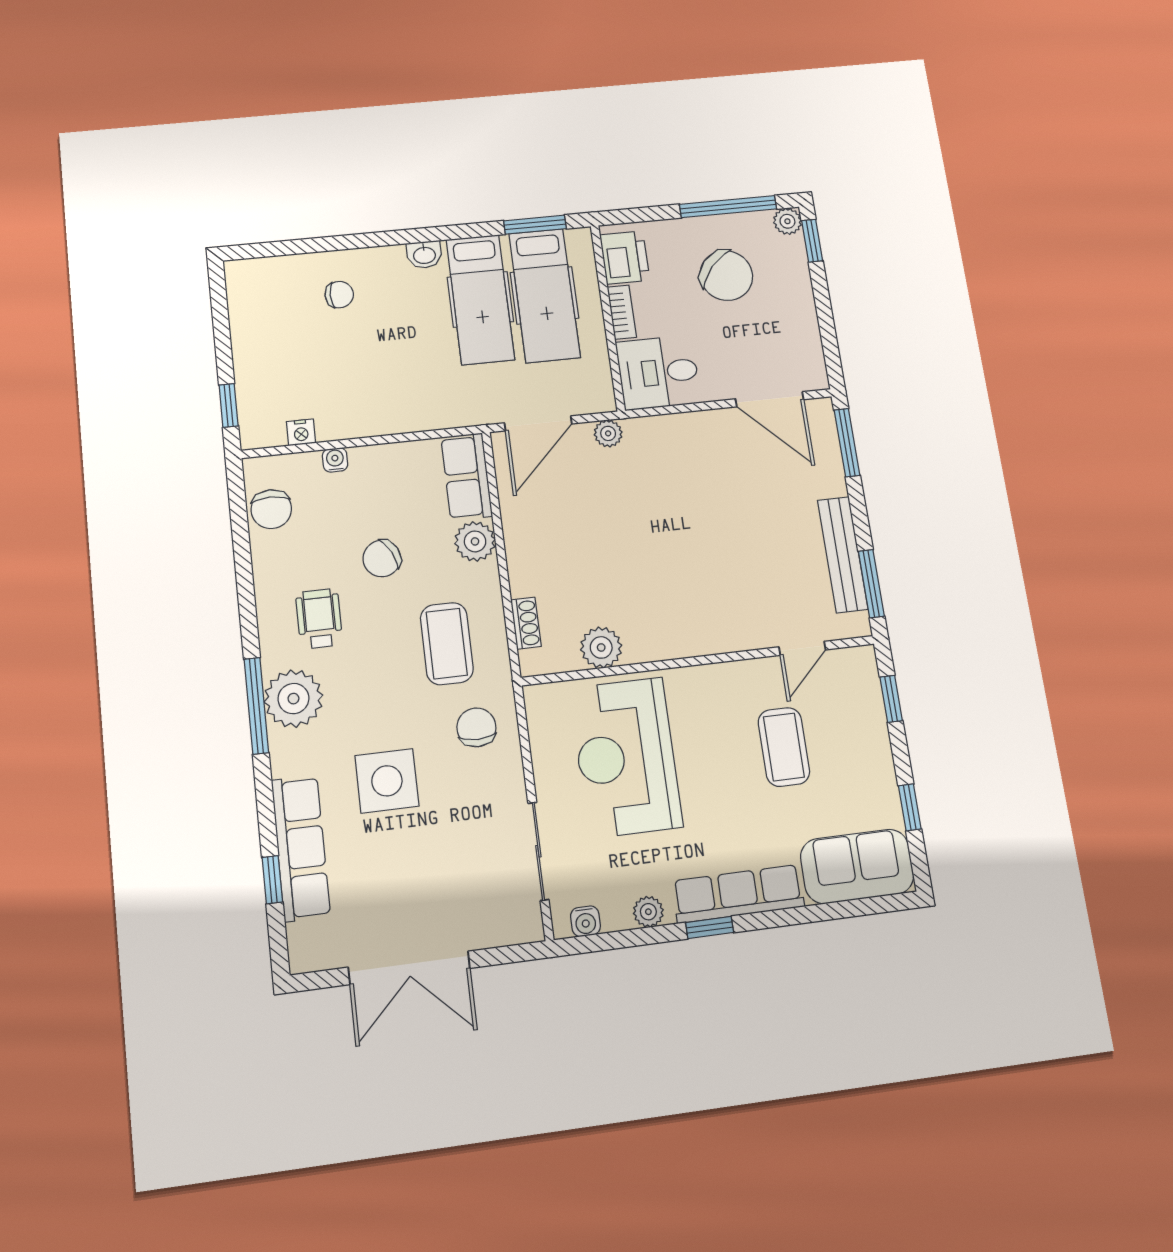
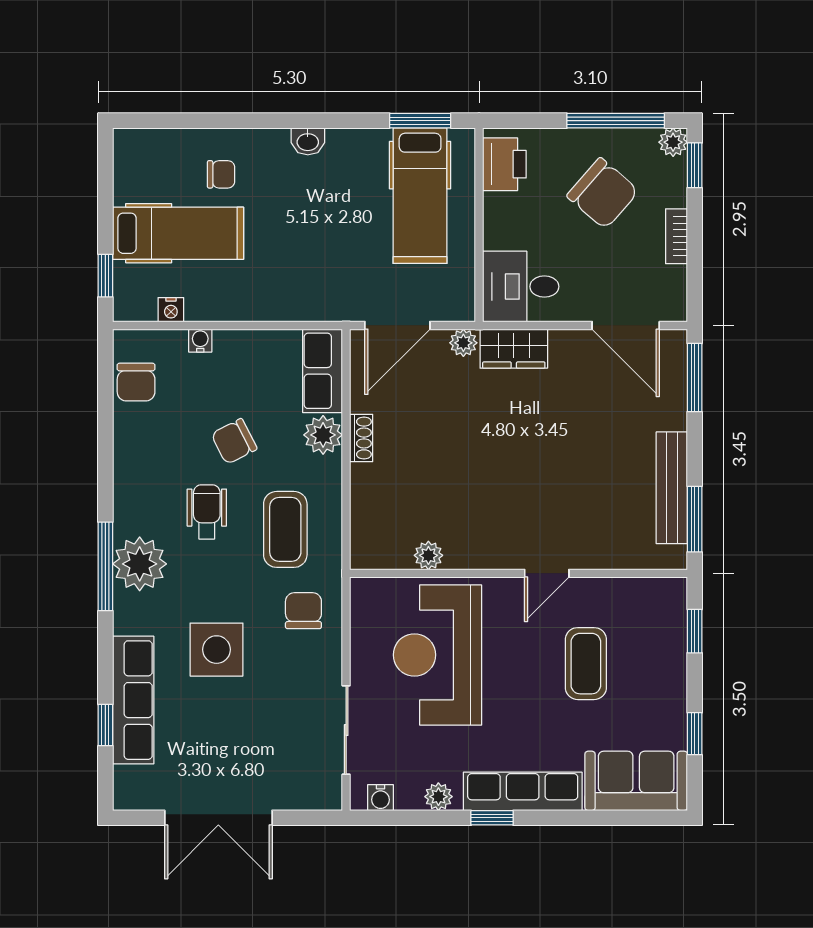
hospital bed: (480, 299) -> (178, 233), moved, turned -90
bookcase: (622, 312) -> (676, 236), moved, turned 180
wardrobe: (660, 434) -> (514, 349), added
wheelchair: (319, 619) -> (207, 512), moved
shoe rack: (526, 623) -> (361, 438), moved
plant: (601, 647) -> (428, 555), width x0.73, depth x0.73
door: (802, 648) -> (547, 573), moved

